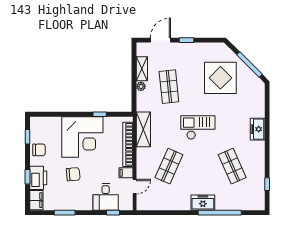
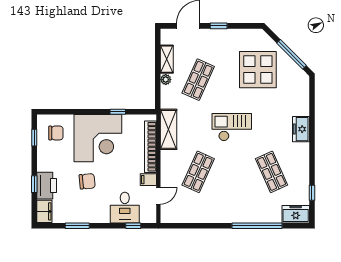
shop shelf: (169, 87) -> (198, 80), turned 30
chair: (39, 150) -> (56, 133), moved
freezer: (203, 203) -> (296, 214), moved

